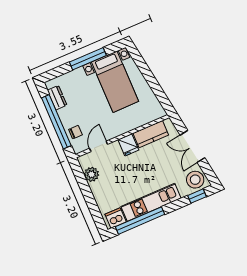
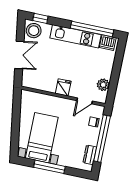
kitchen counter: (151, 134) -> (42, 84), removed

